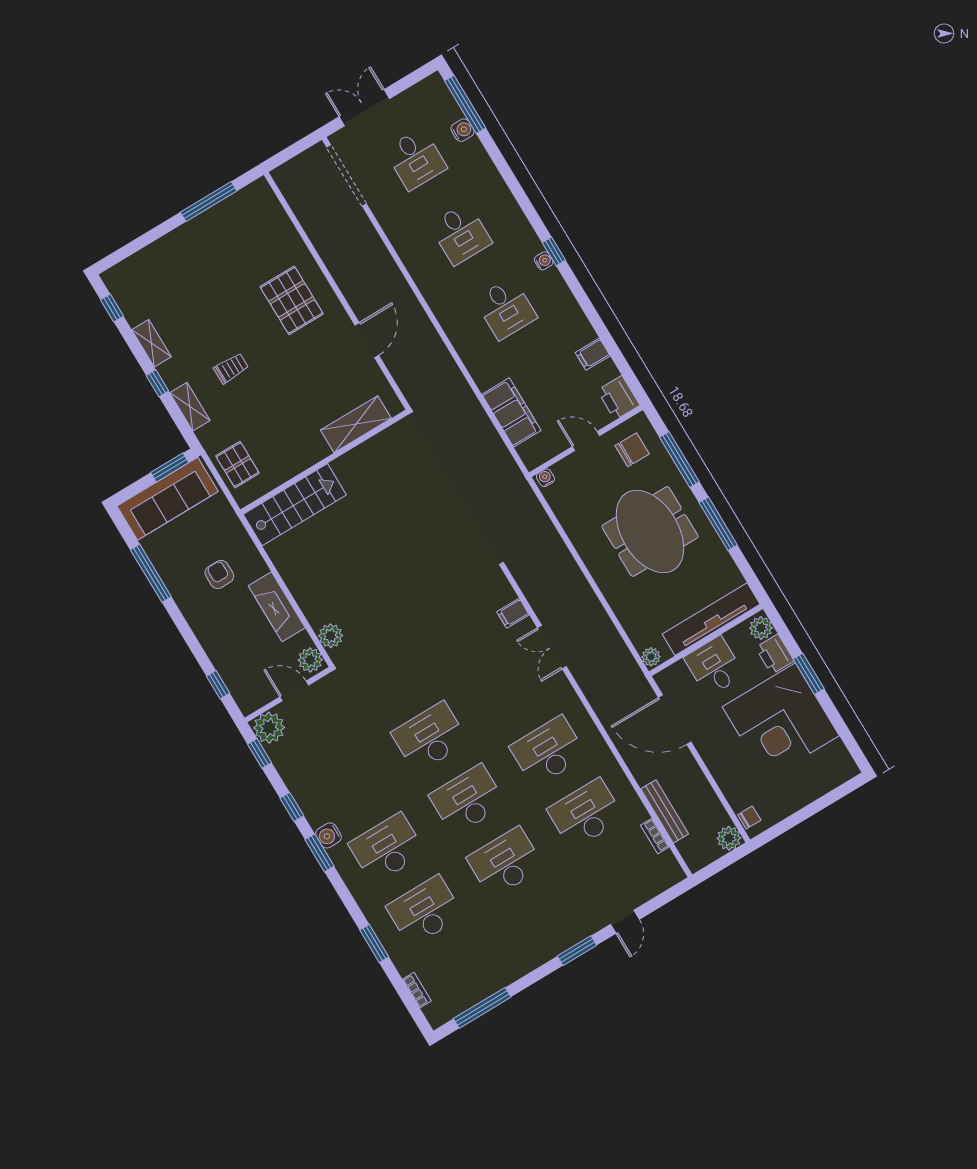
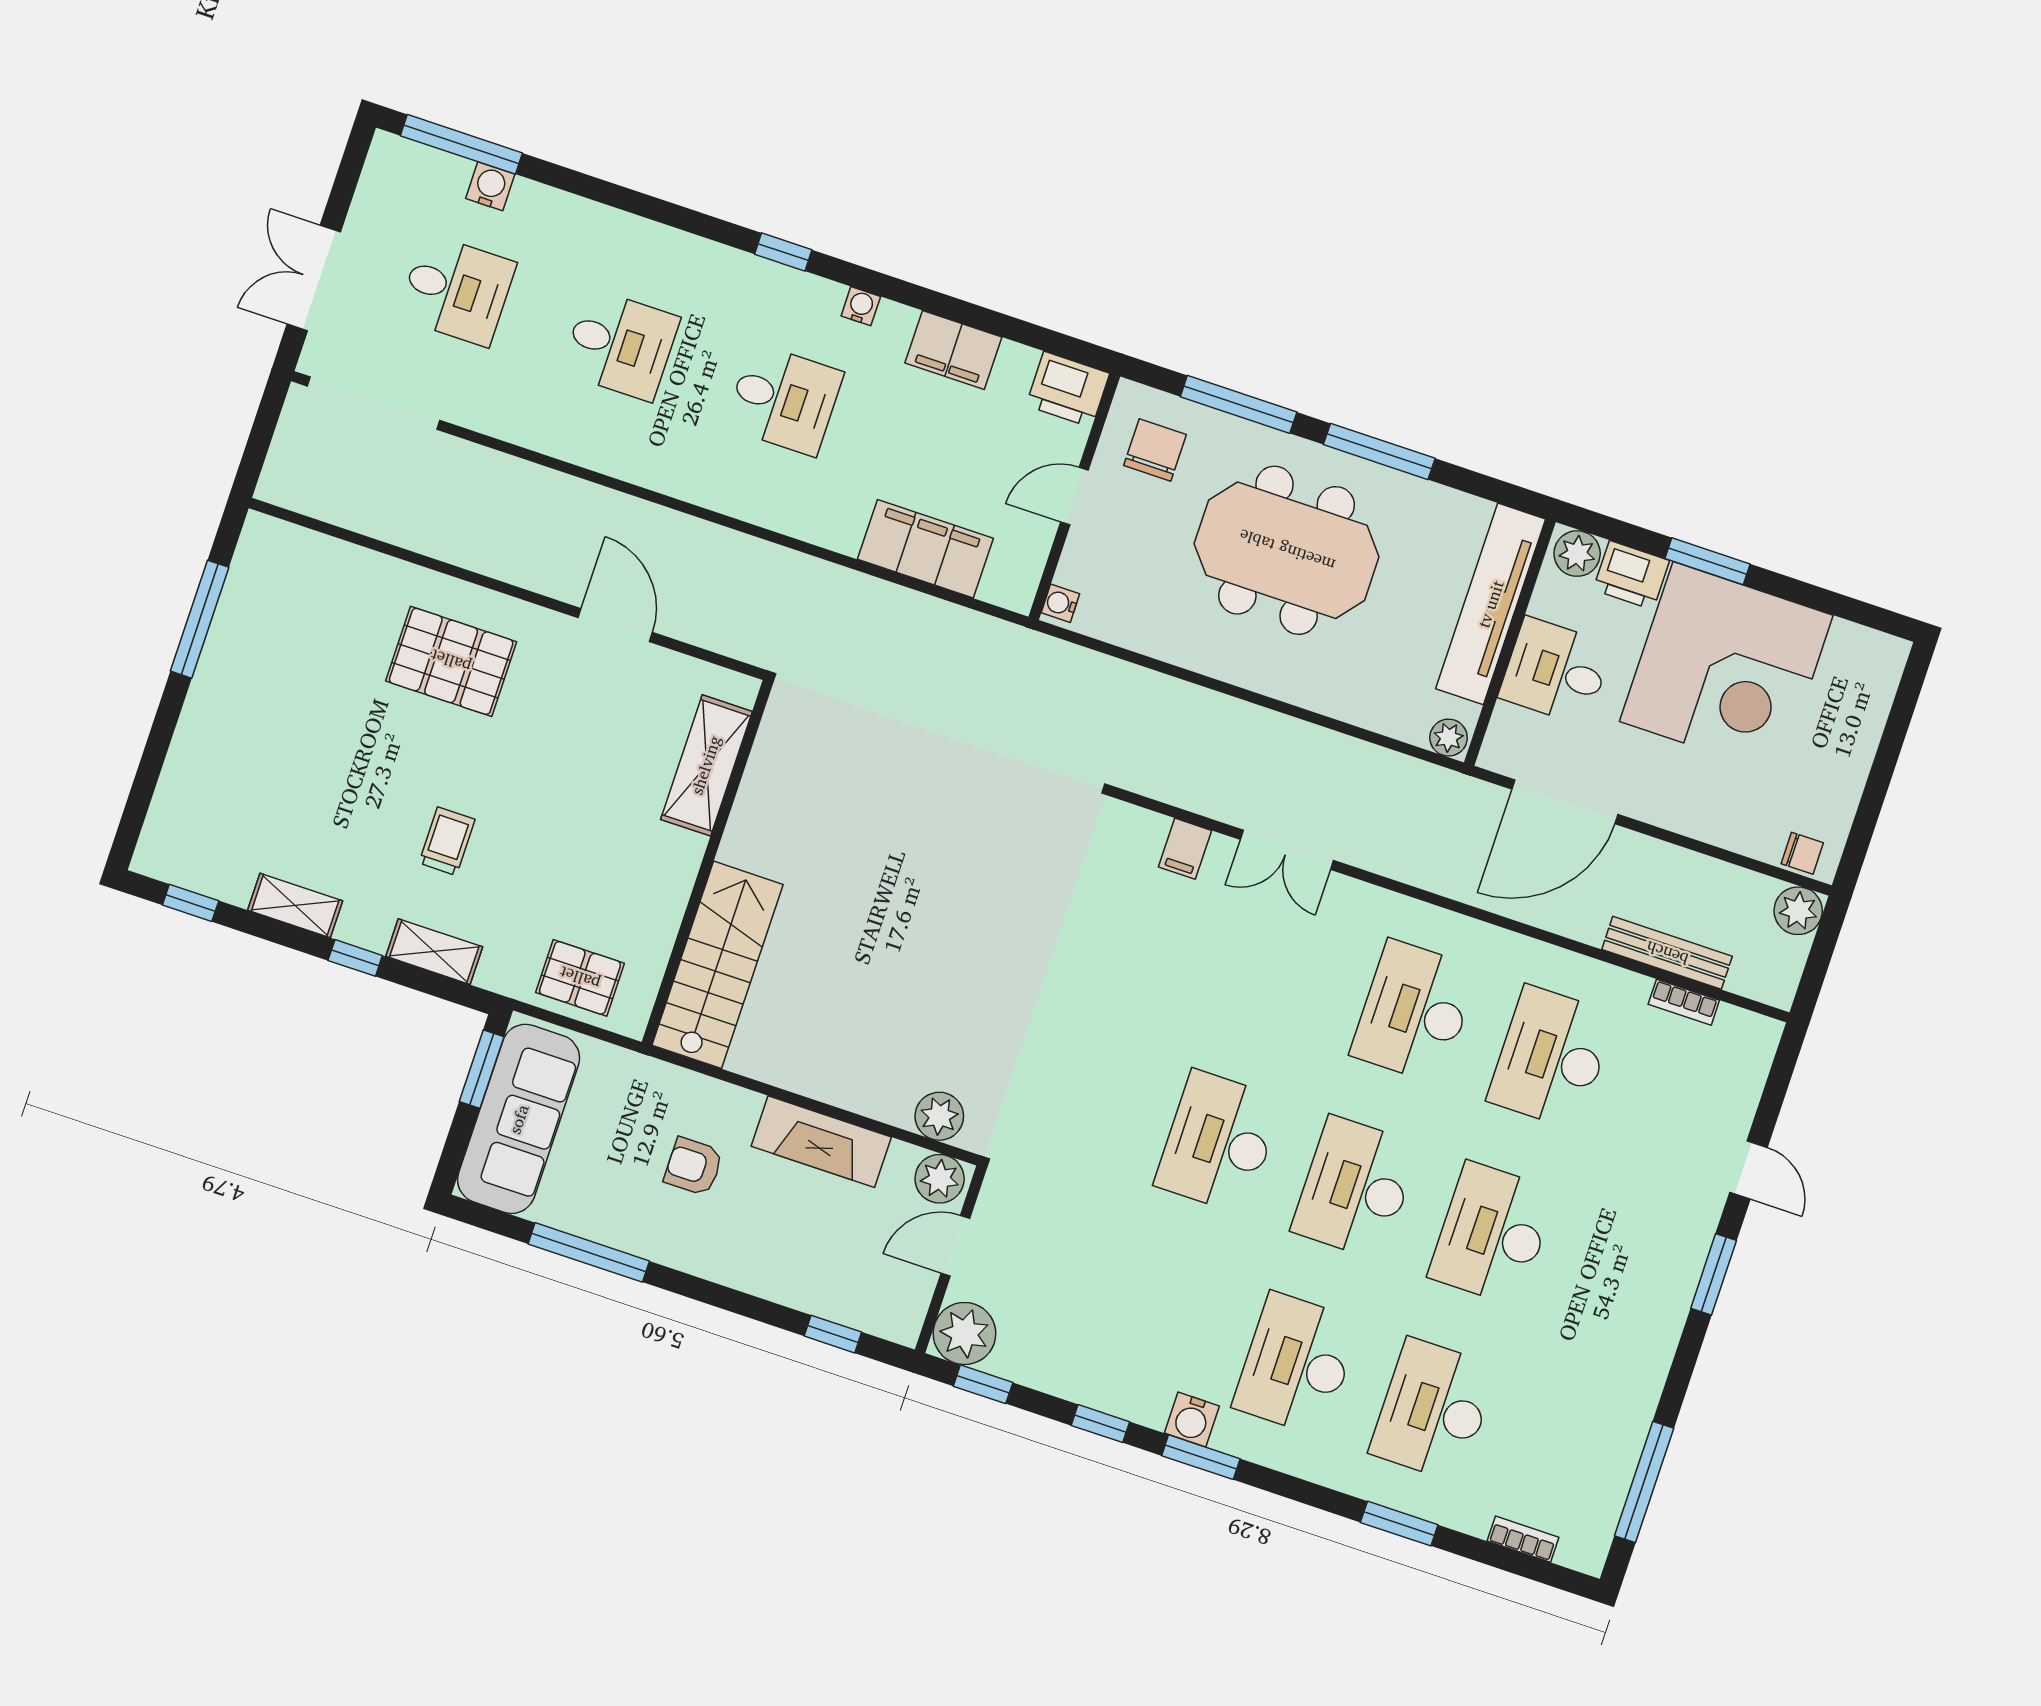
water cooler: (544, 261) -> (861, 306), moved
filing cabinet: (593, 354) -> (953, 350), width x2.00
chair: (749, 817) -> (1802, 853), turned 90

